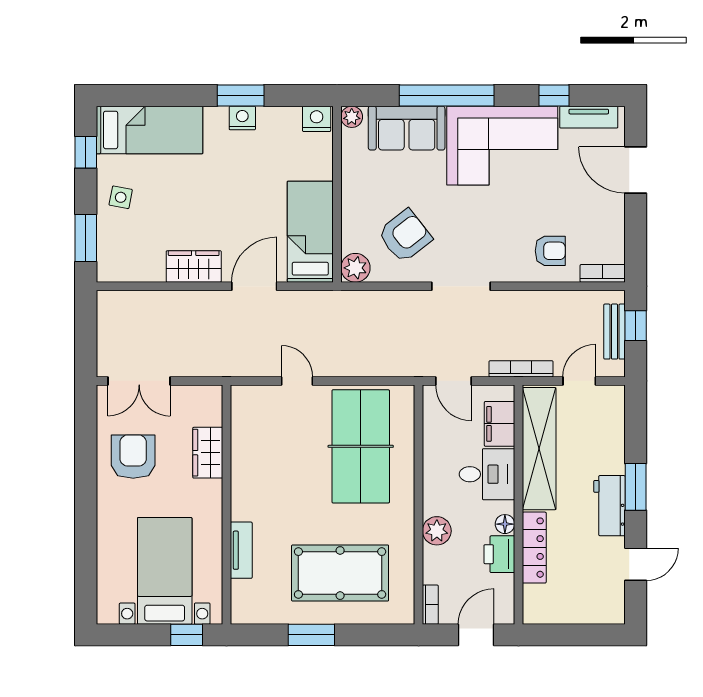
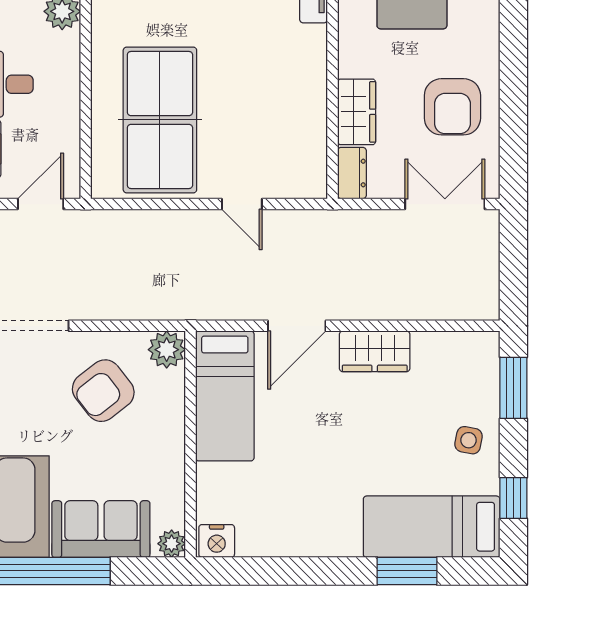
window: (241, 96) -> (407, 571), moved
nightstand: (242, 118) -> (312, 542), removed
door: (454, 381) -> (41, 204), hinge flipped
dresser: (211, 405) -> (352, 173), added

